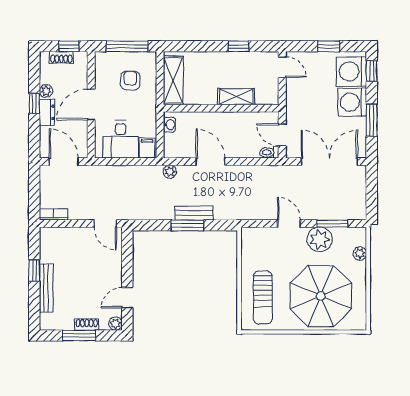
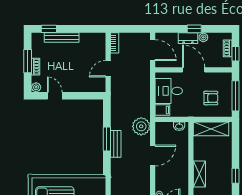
door: (64, 162) -> (153, 50), hinge flipped
plant: (170, 172) -> (141, 126), width x1.87, depth x1.87
door: (105, 224) -> (108, 69), moved
window: (34, 270) -> (49, 29), moved

